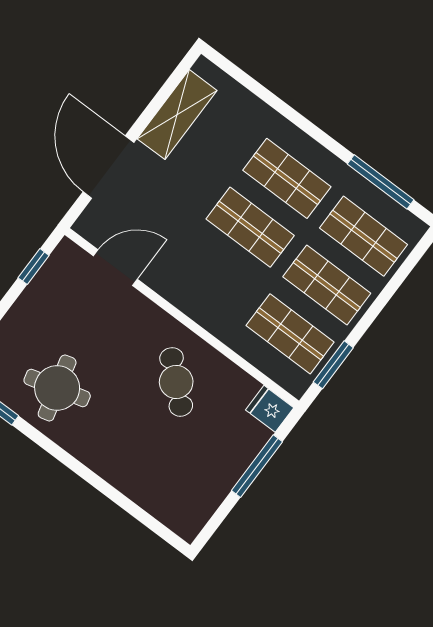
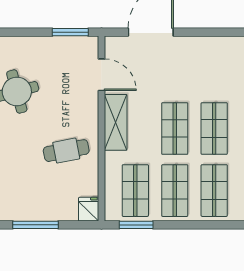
shelving: (177, 115) -> (116, 122), moved, turned 90
window: (34, 267) -> (70, 32), width x1.50
cafe table: (176, 382) -> (66, 151), turned 37
window: (257, 466) -> (36, 225), moved

